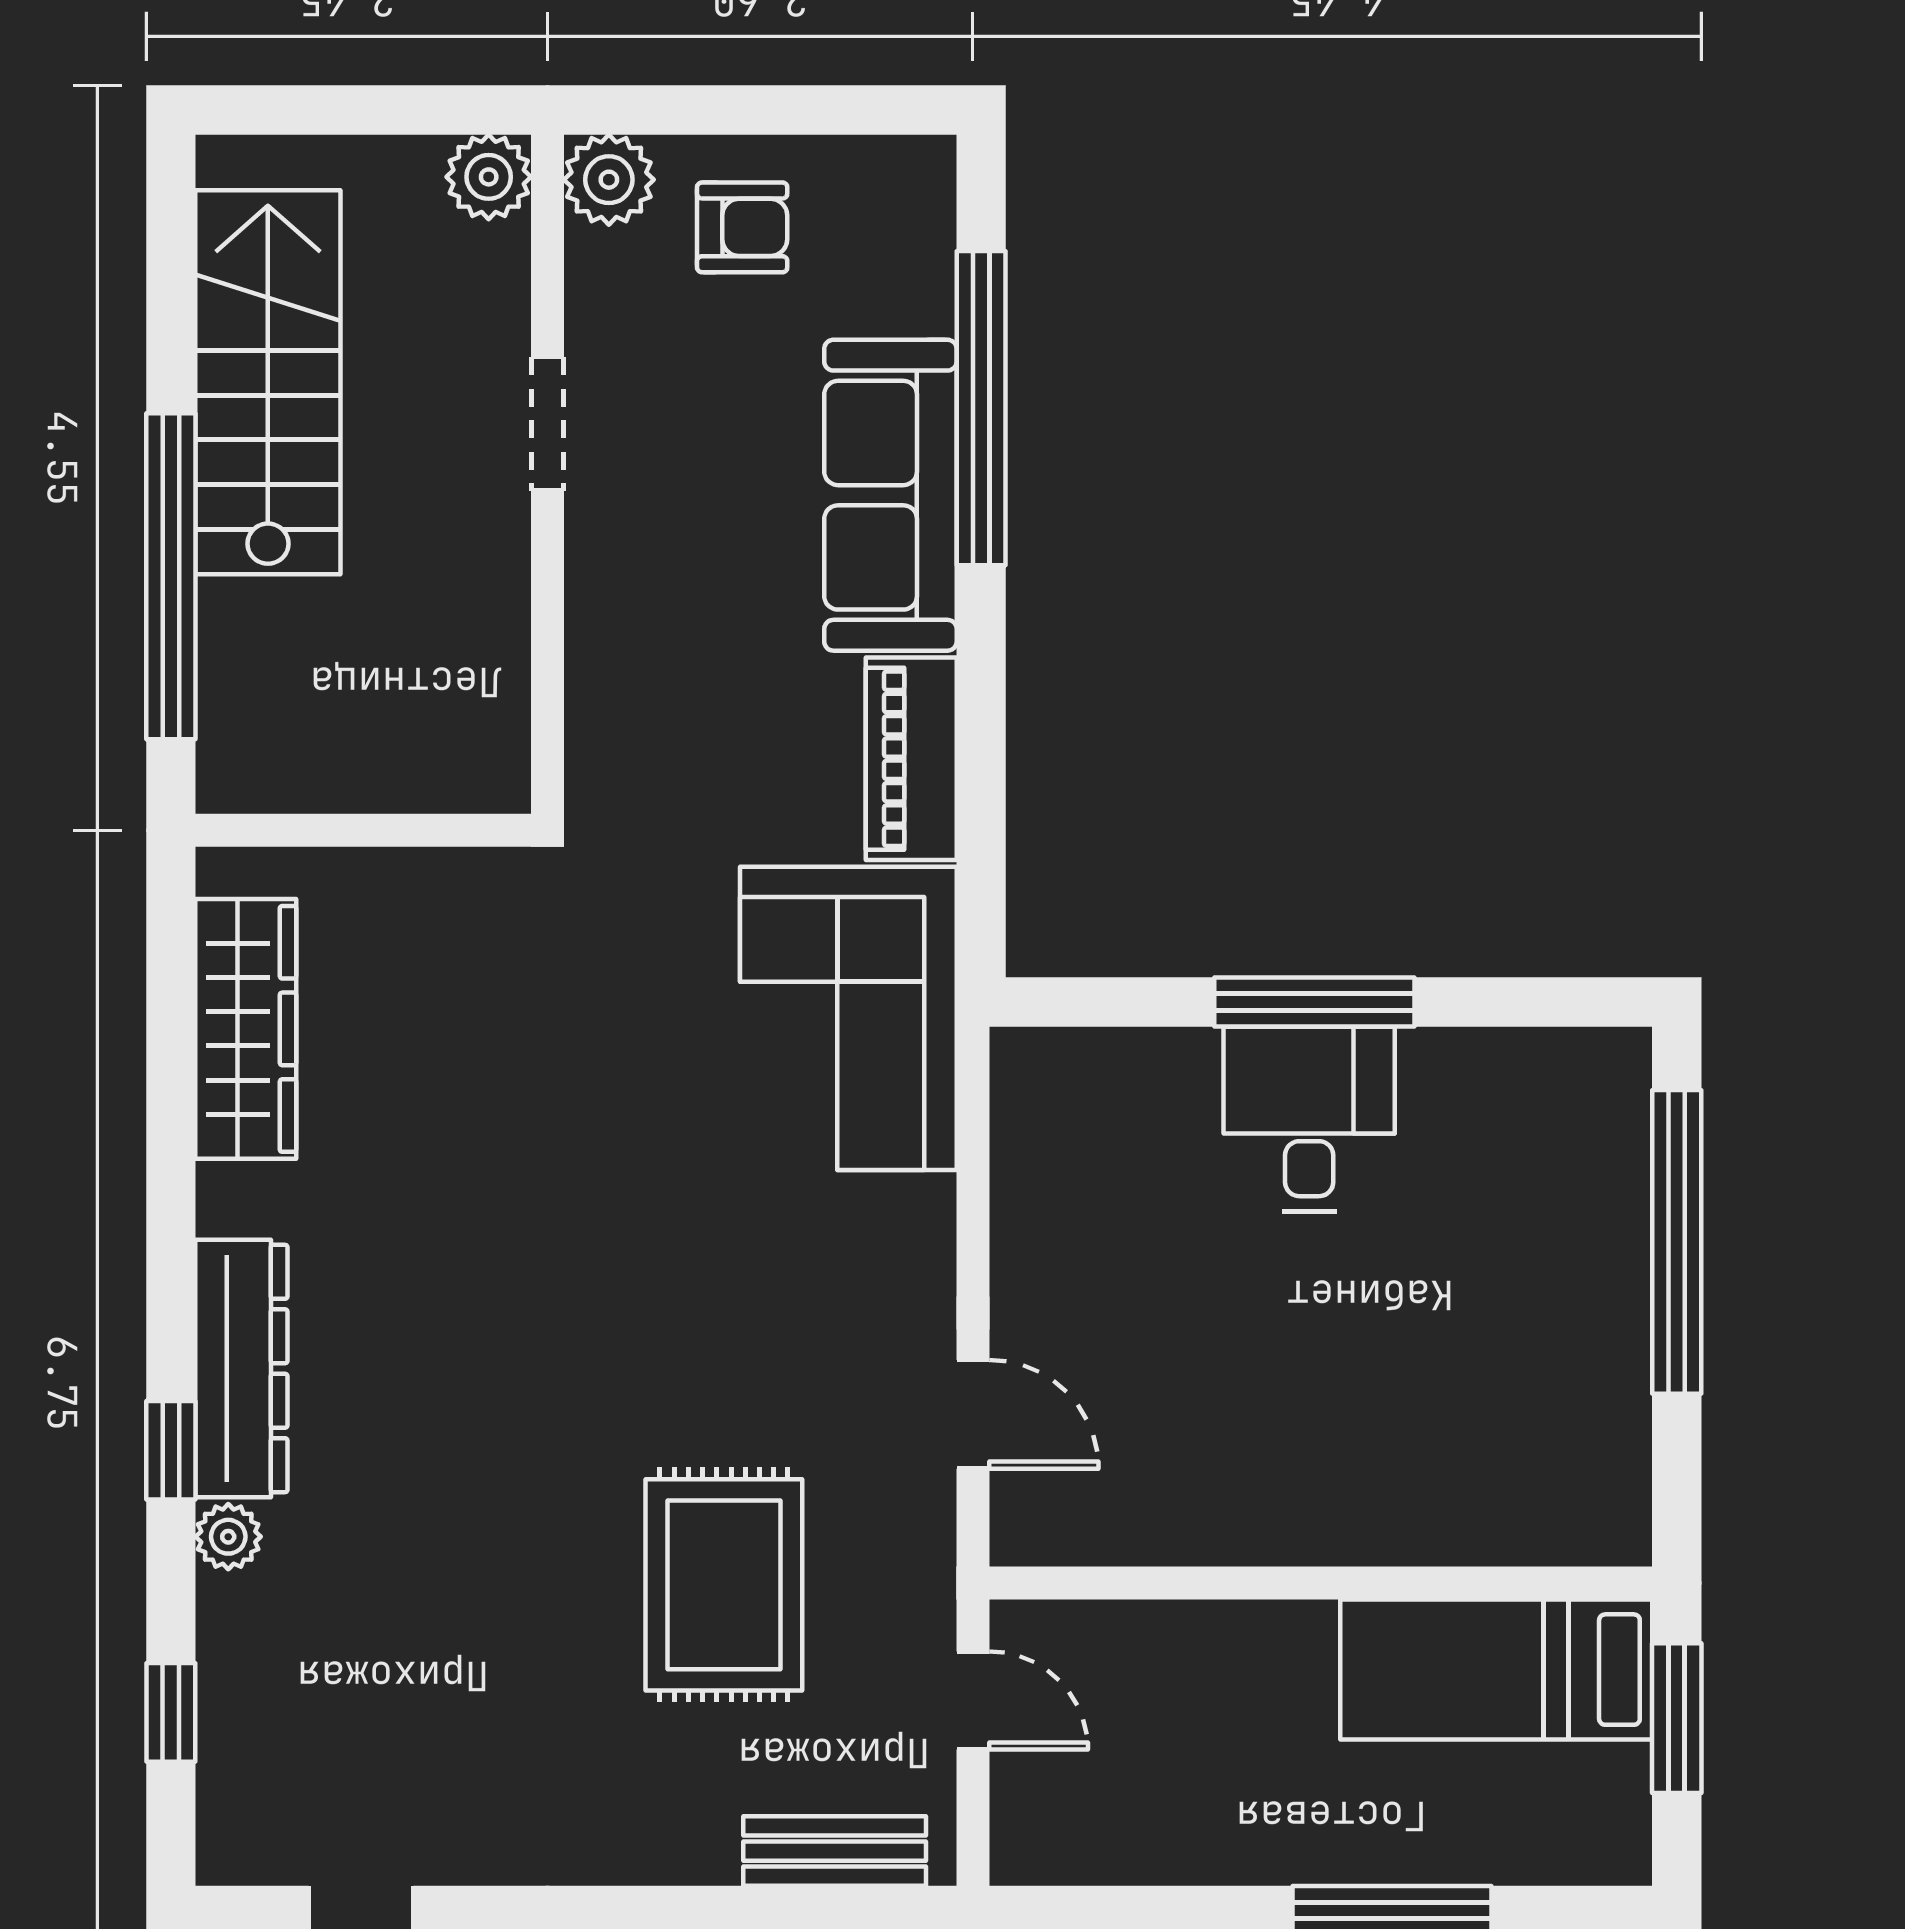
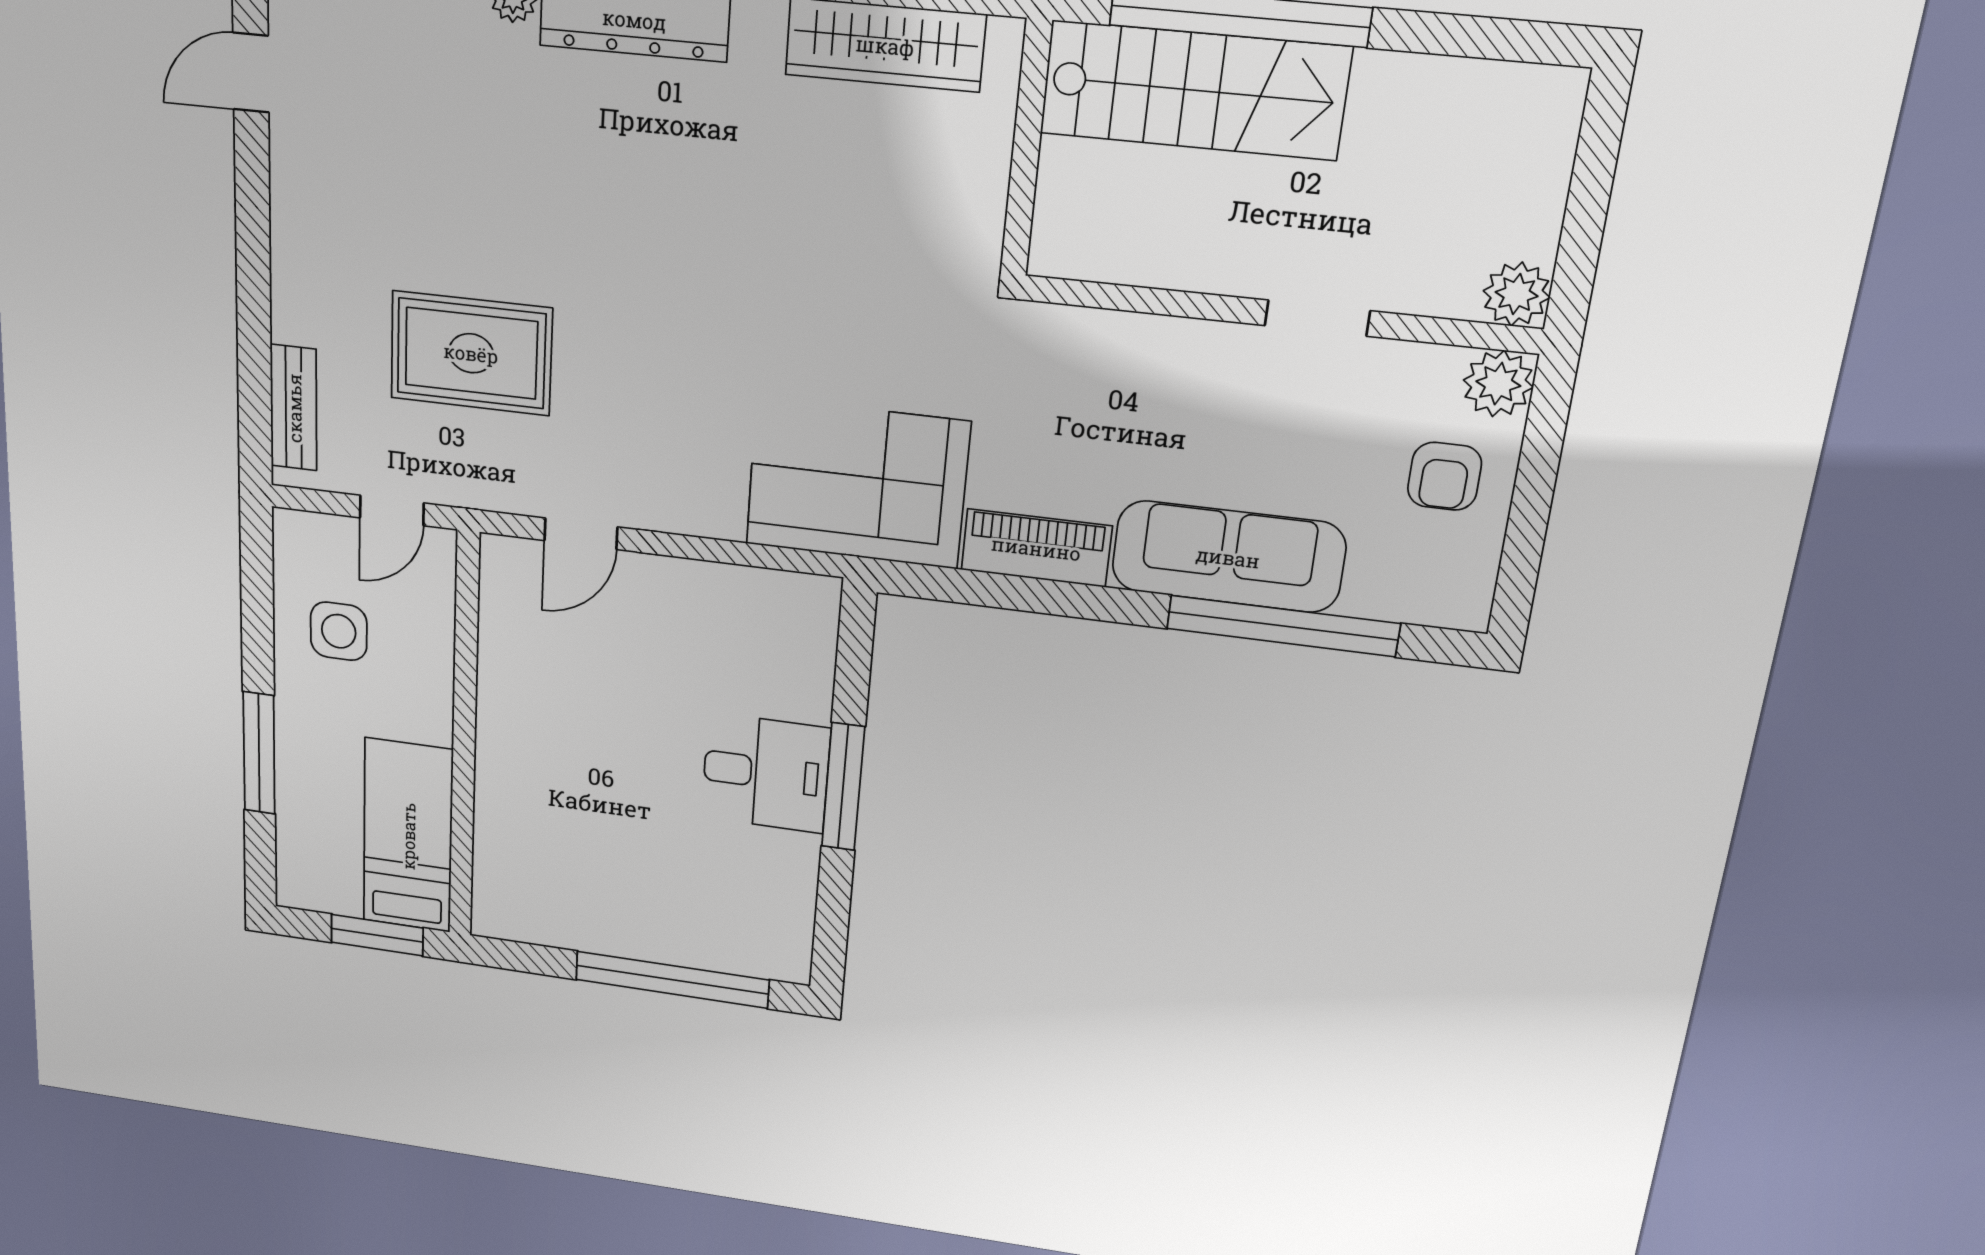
stairs: (268, 382) -> (1194, 90), moved
side table: (1173, 1782) -> (339, 631), added

